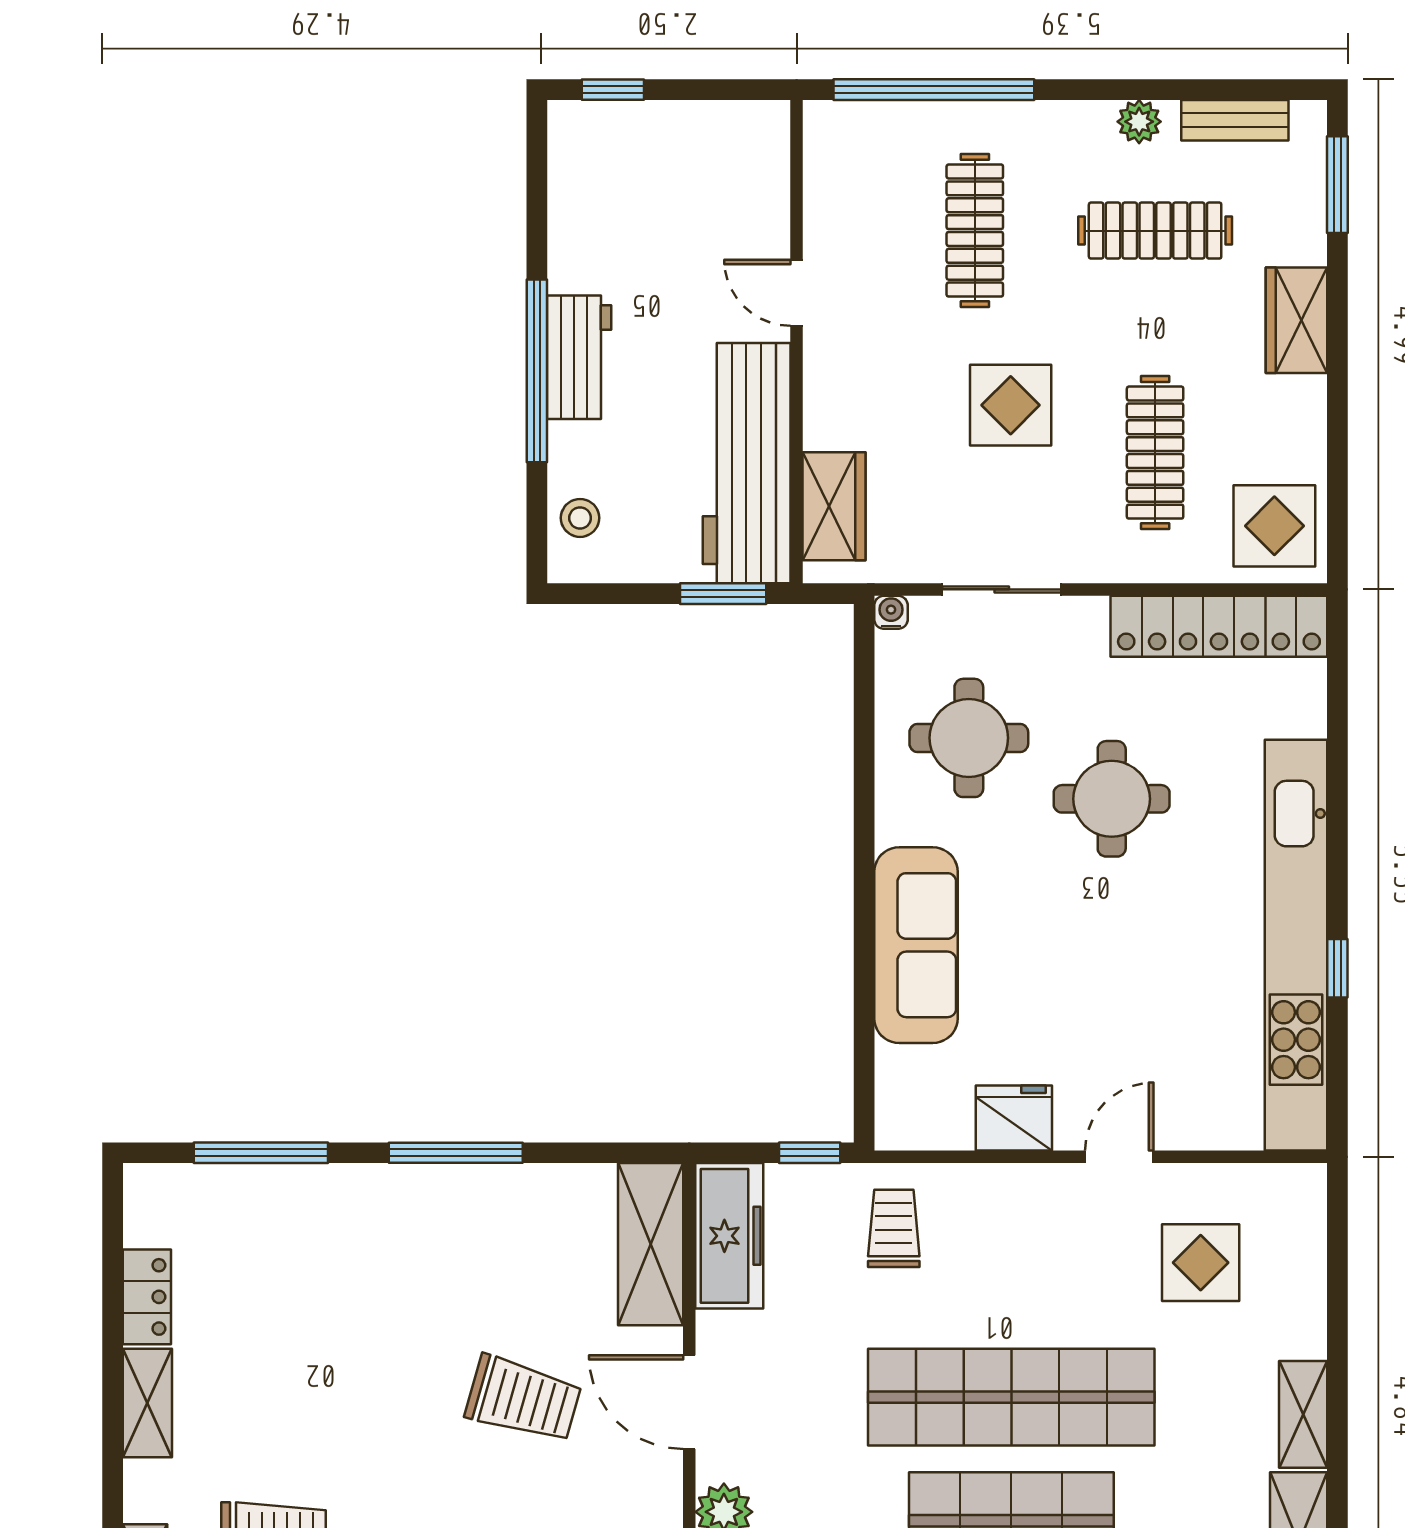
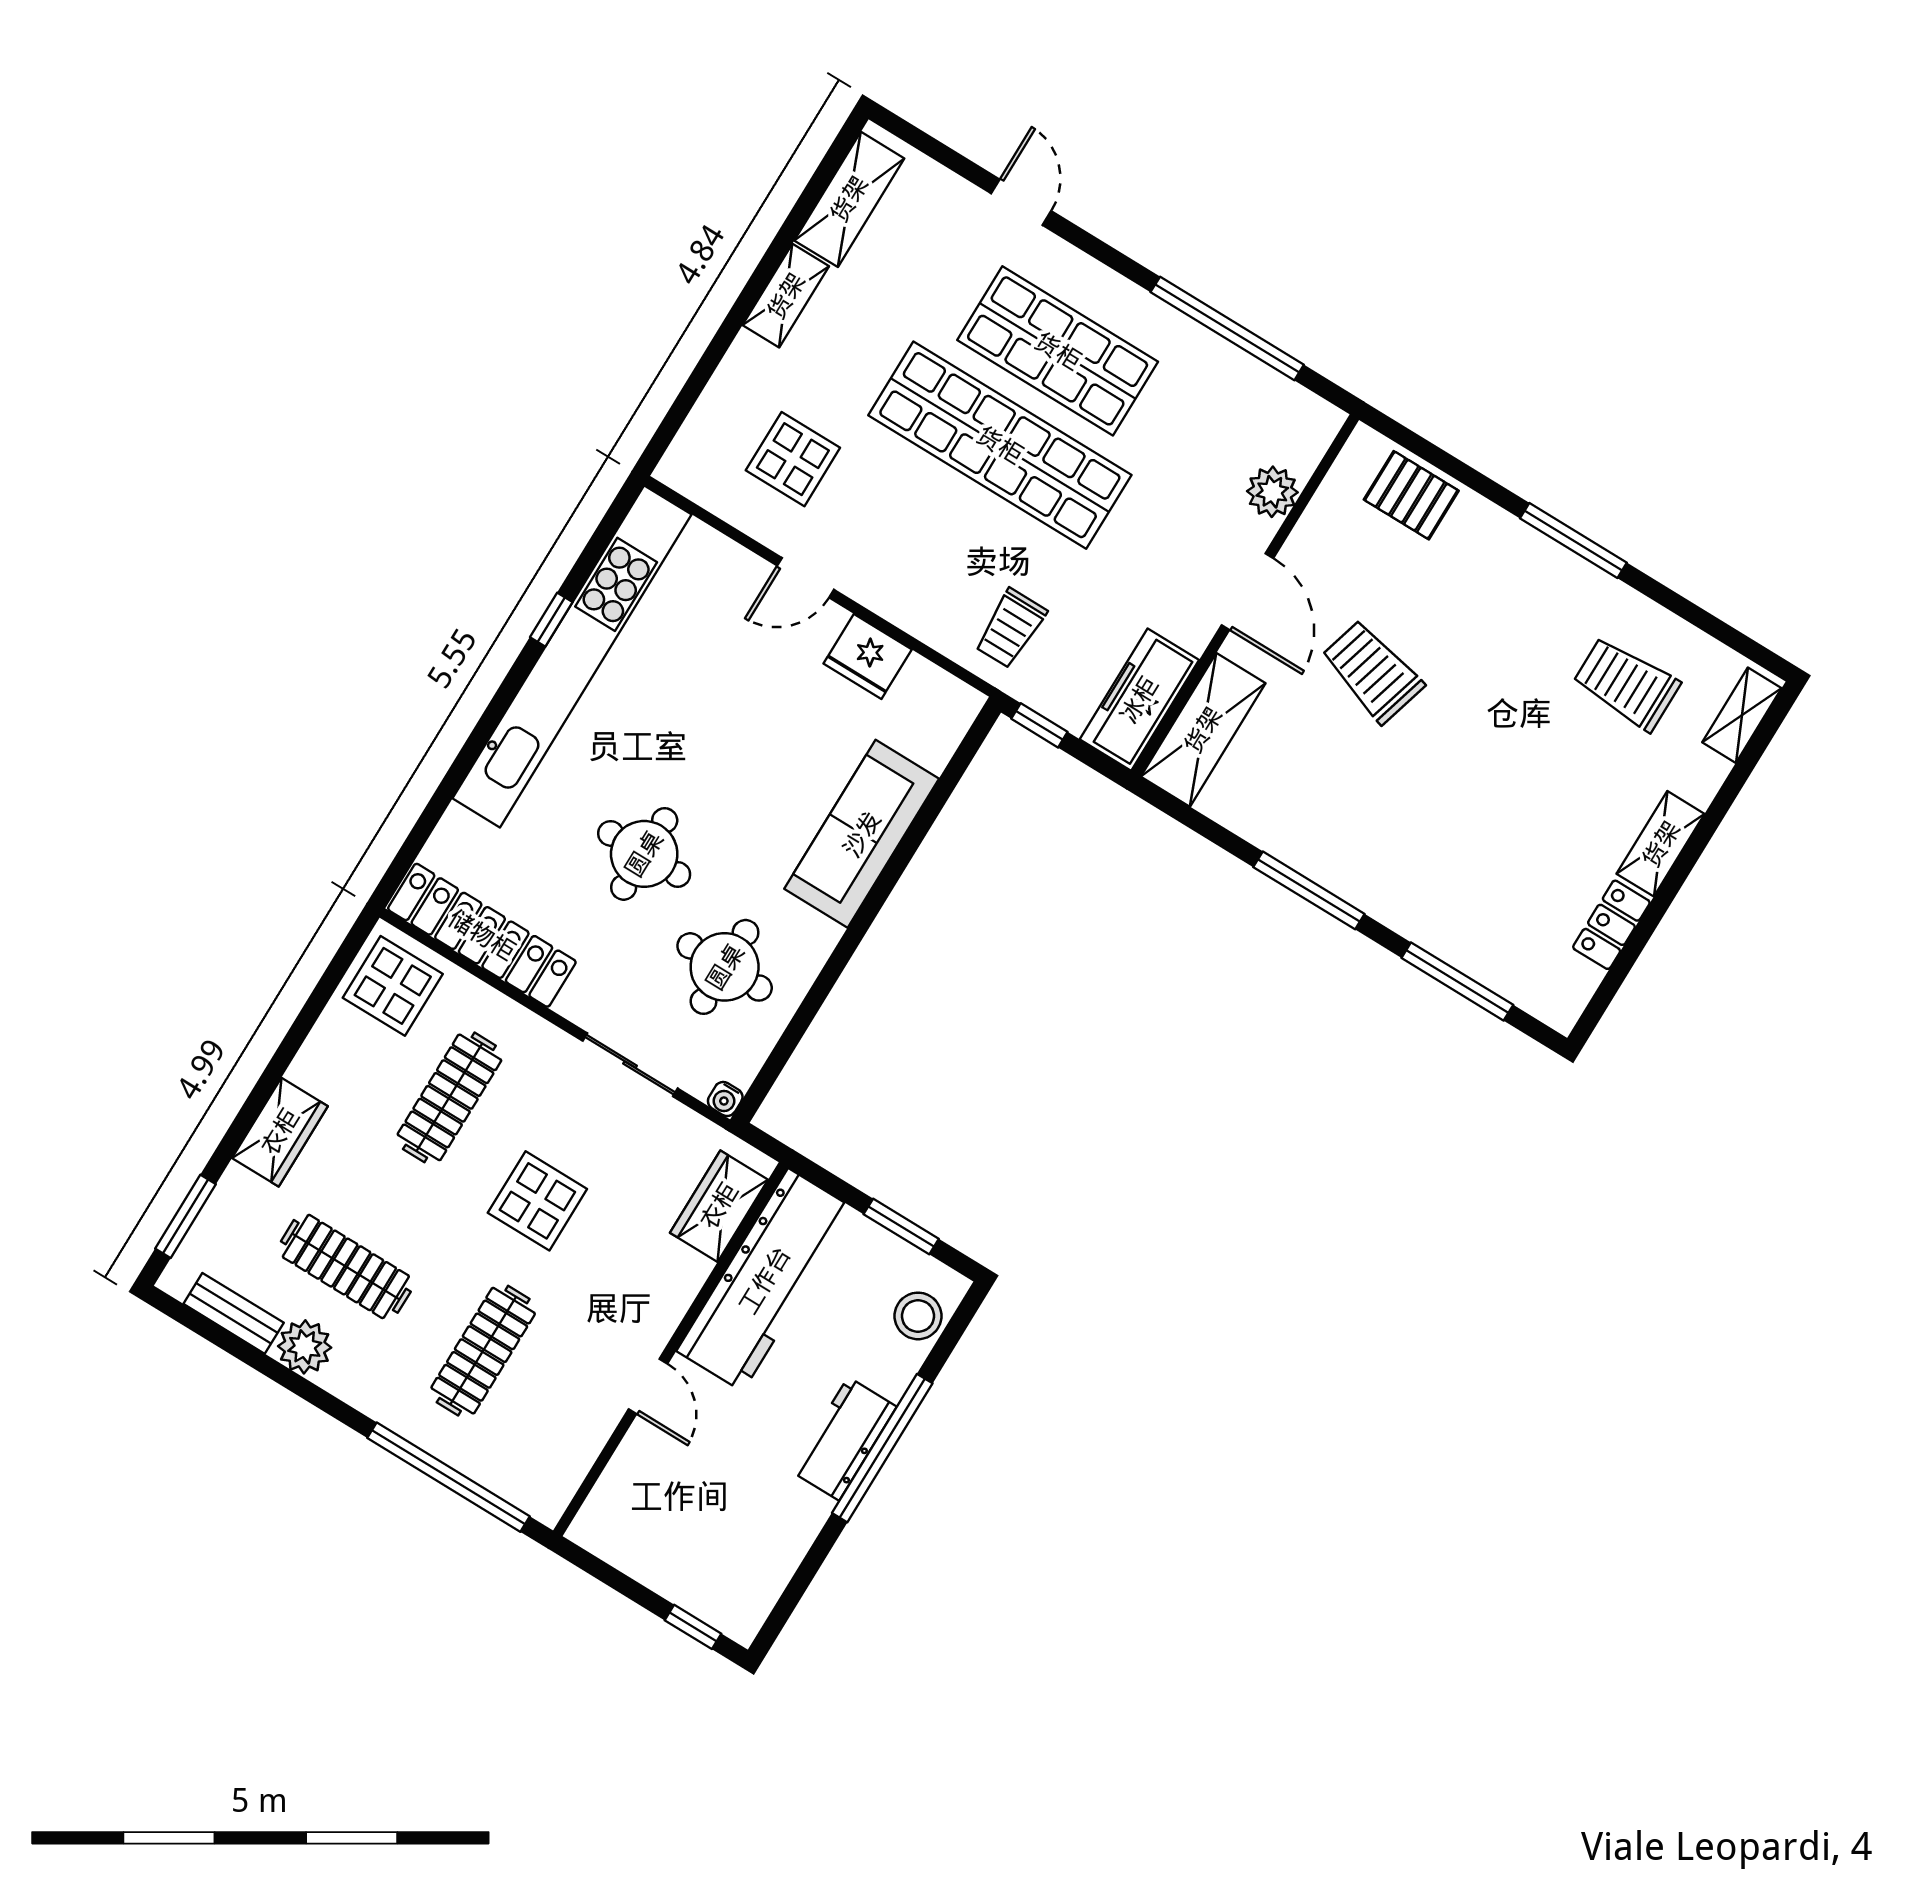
plant: (1139, 122) -> (305, 1347), width x1.38, depth x1.38
stool: (580, 518) -> (918, 1316), width x1.37, depth x1.37
window: (723, 594) -> (901, 1226), moved

